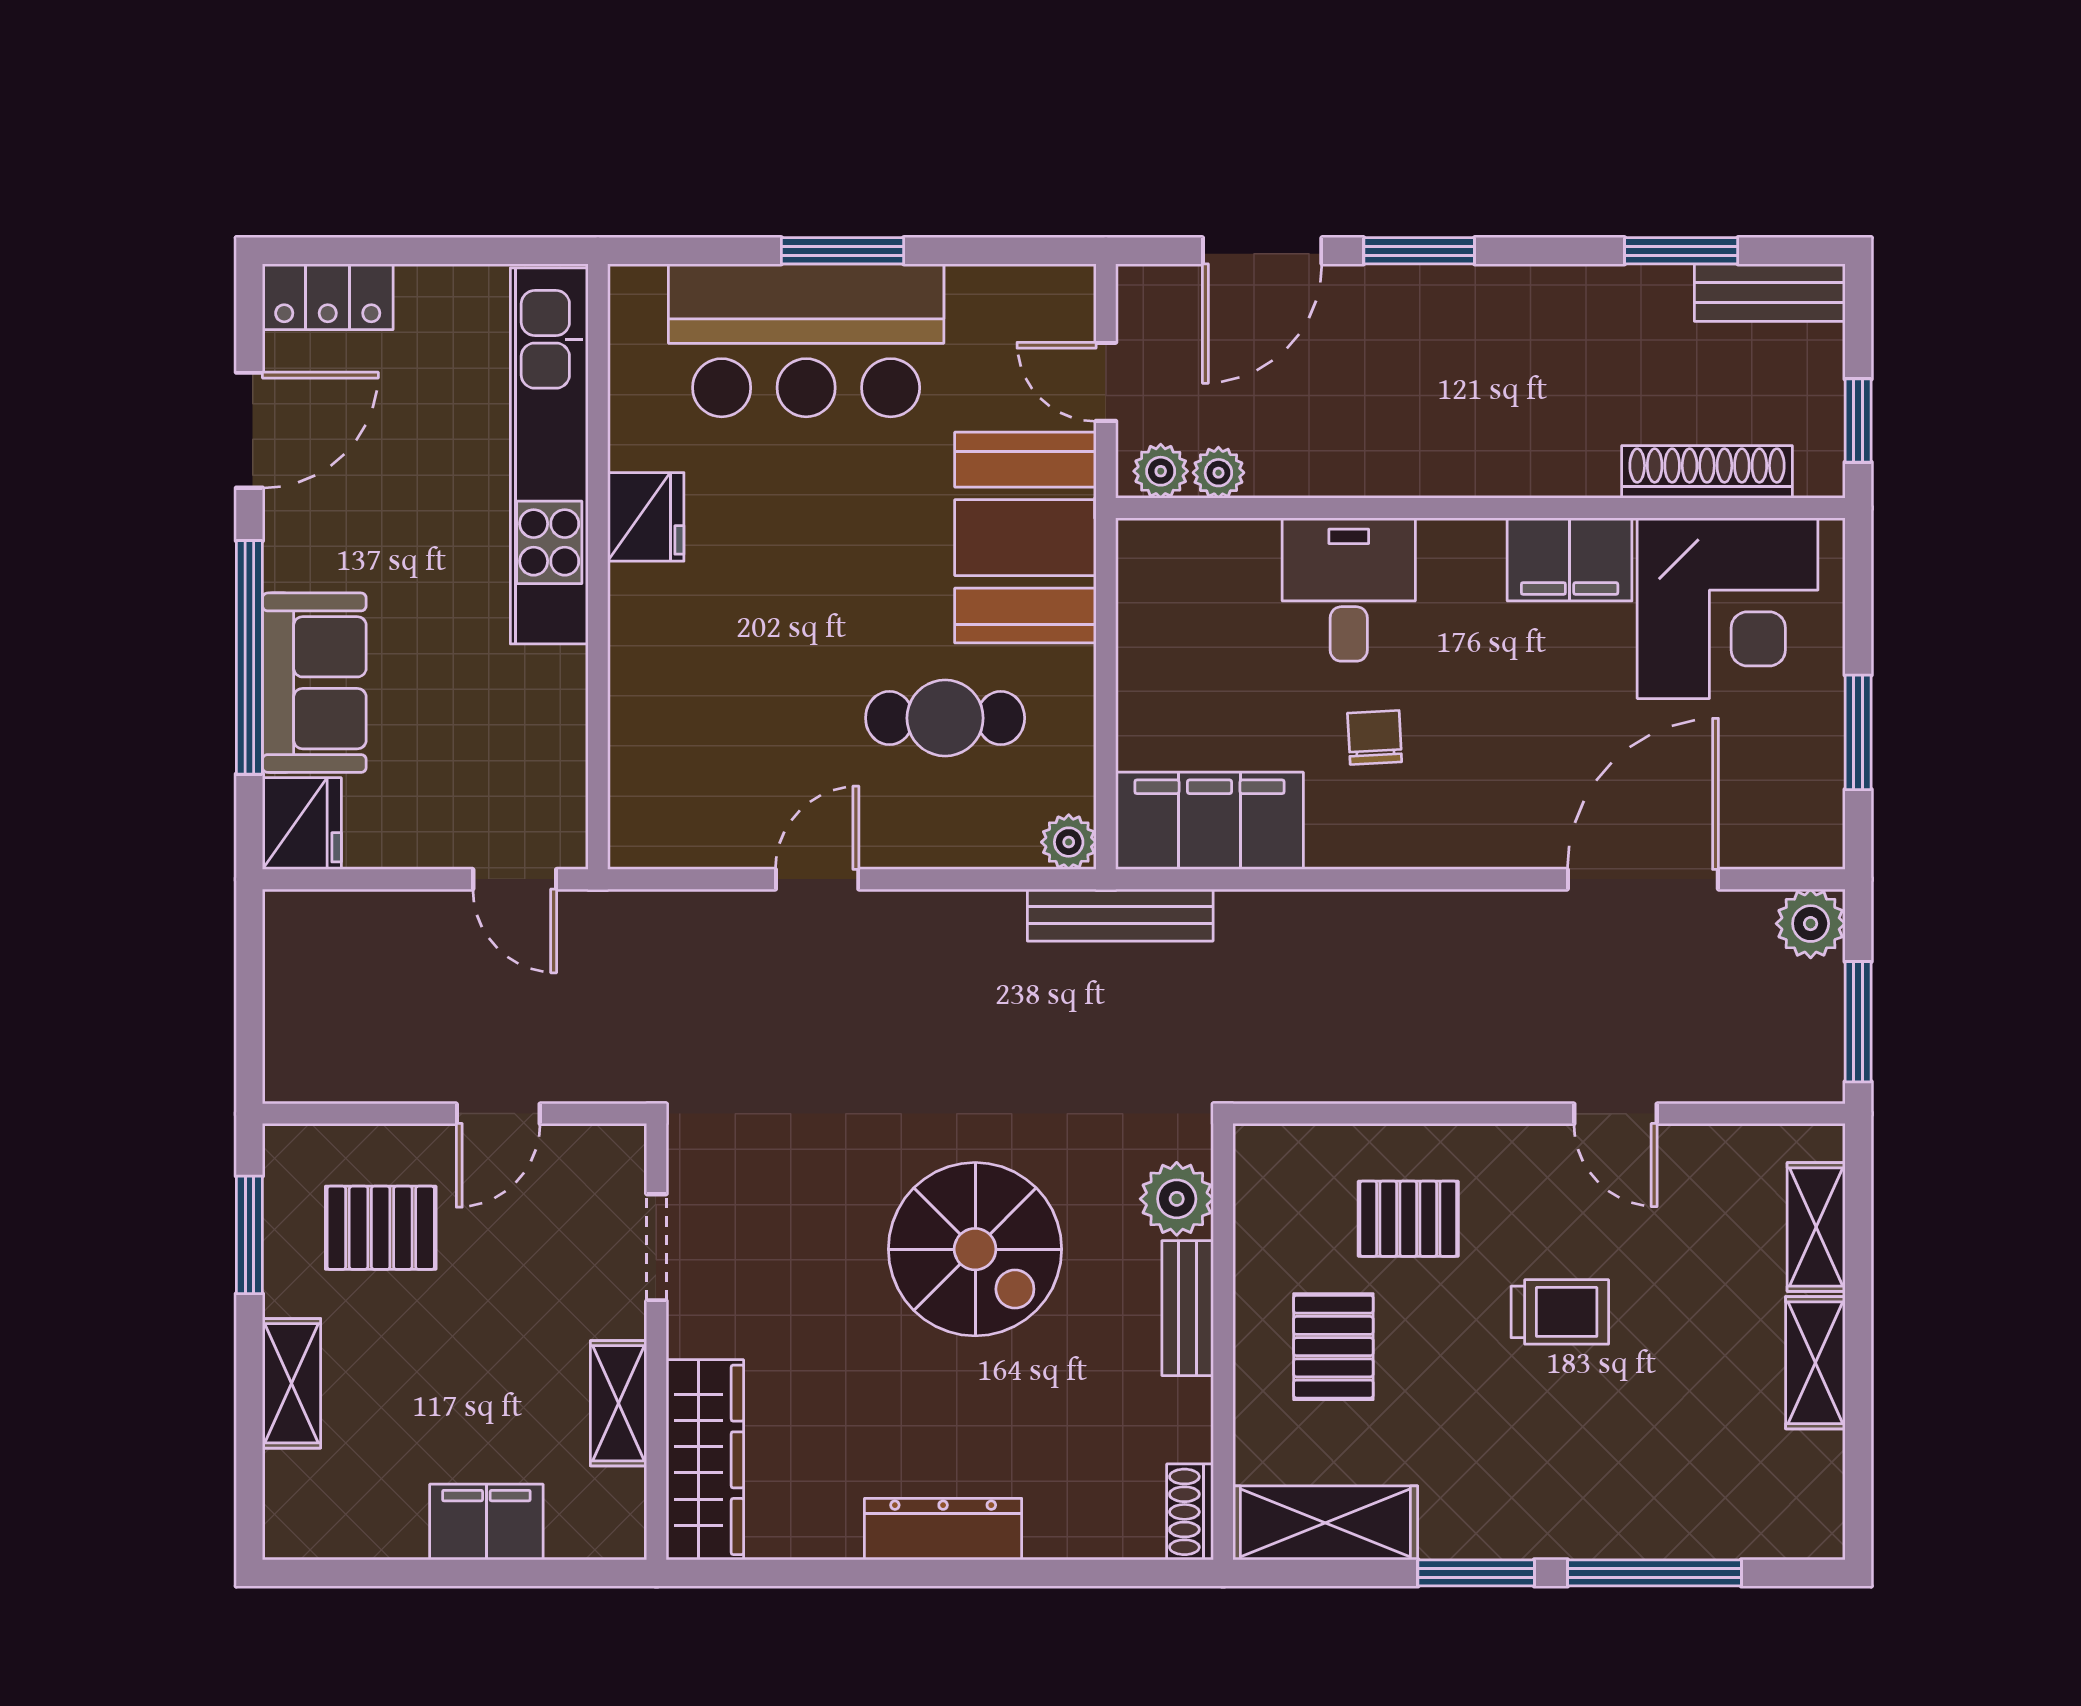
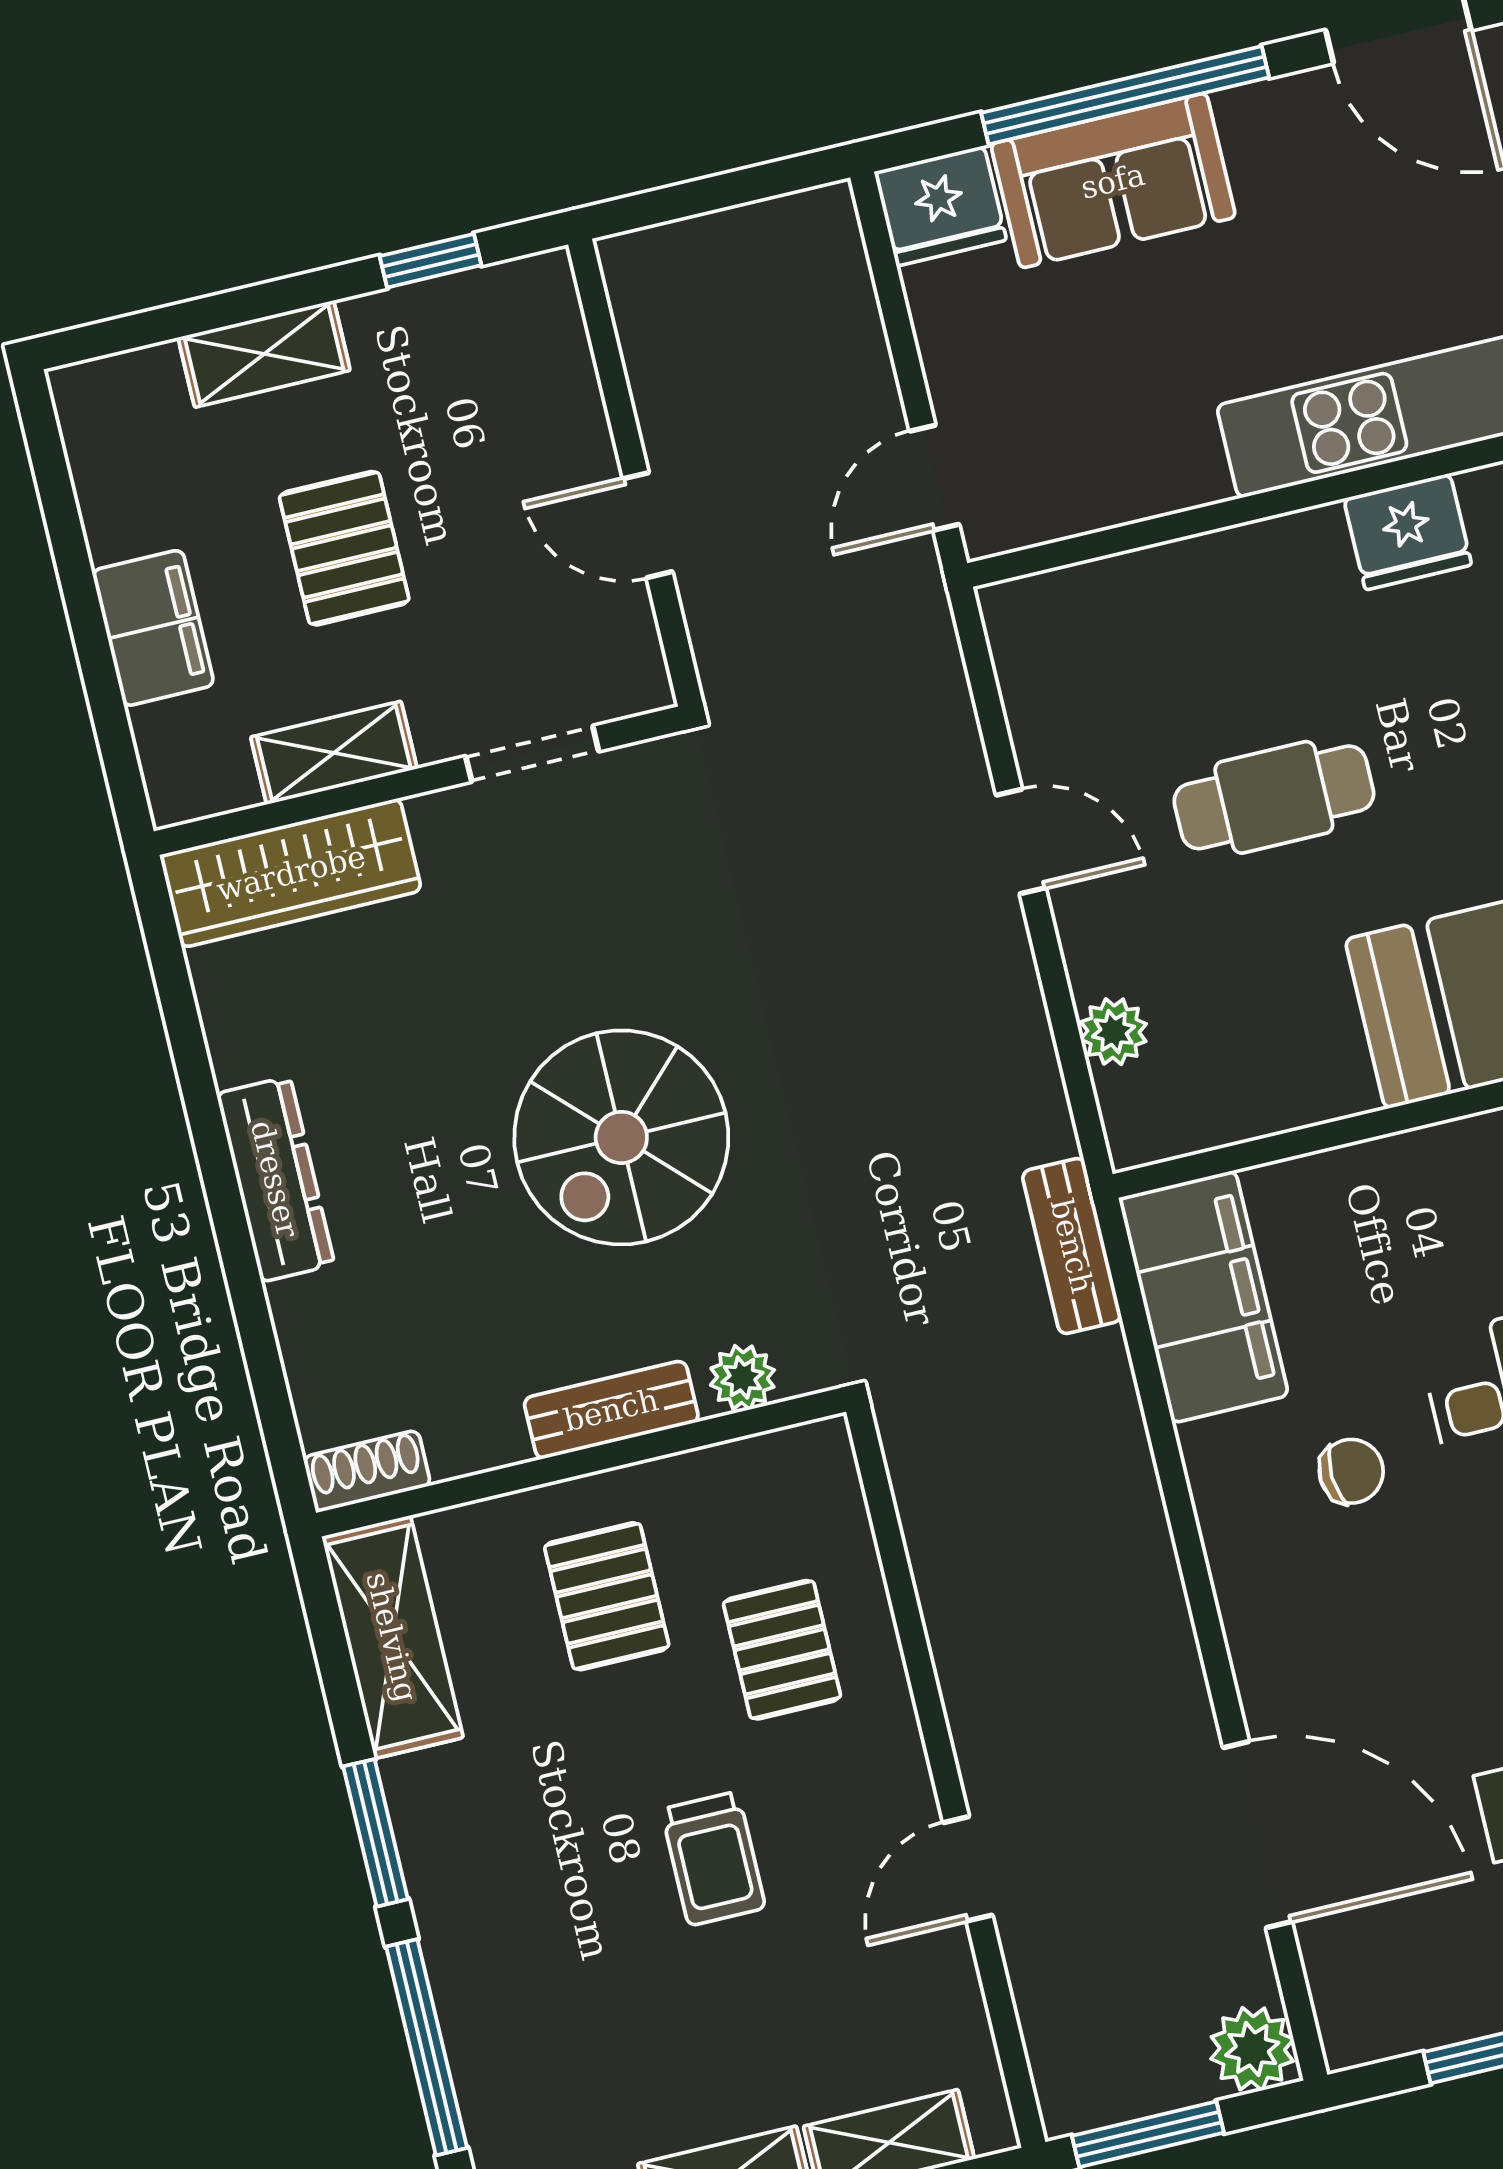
cafe table: (945, 718) -> (1274, 797), moved, turned 90
plant: (1069, 842) -> (1113, 1032), moved
bench: (1120, 915) -> (1072, 1246), width x0.73
plant: (1177, 1199) -> (742, 1378), width x0.73, depth x0.73
pallet: (381, 1228) -> (344, 548), moved
window: (249, 1235) -> (431, 261), width x0.67
pallet: (1333, 1347) -> (607, 1596), turned 90

